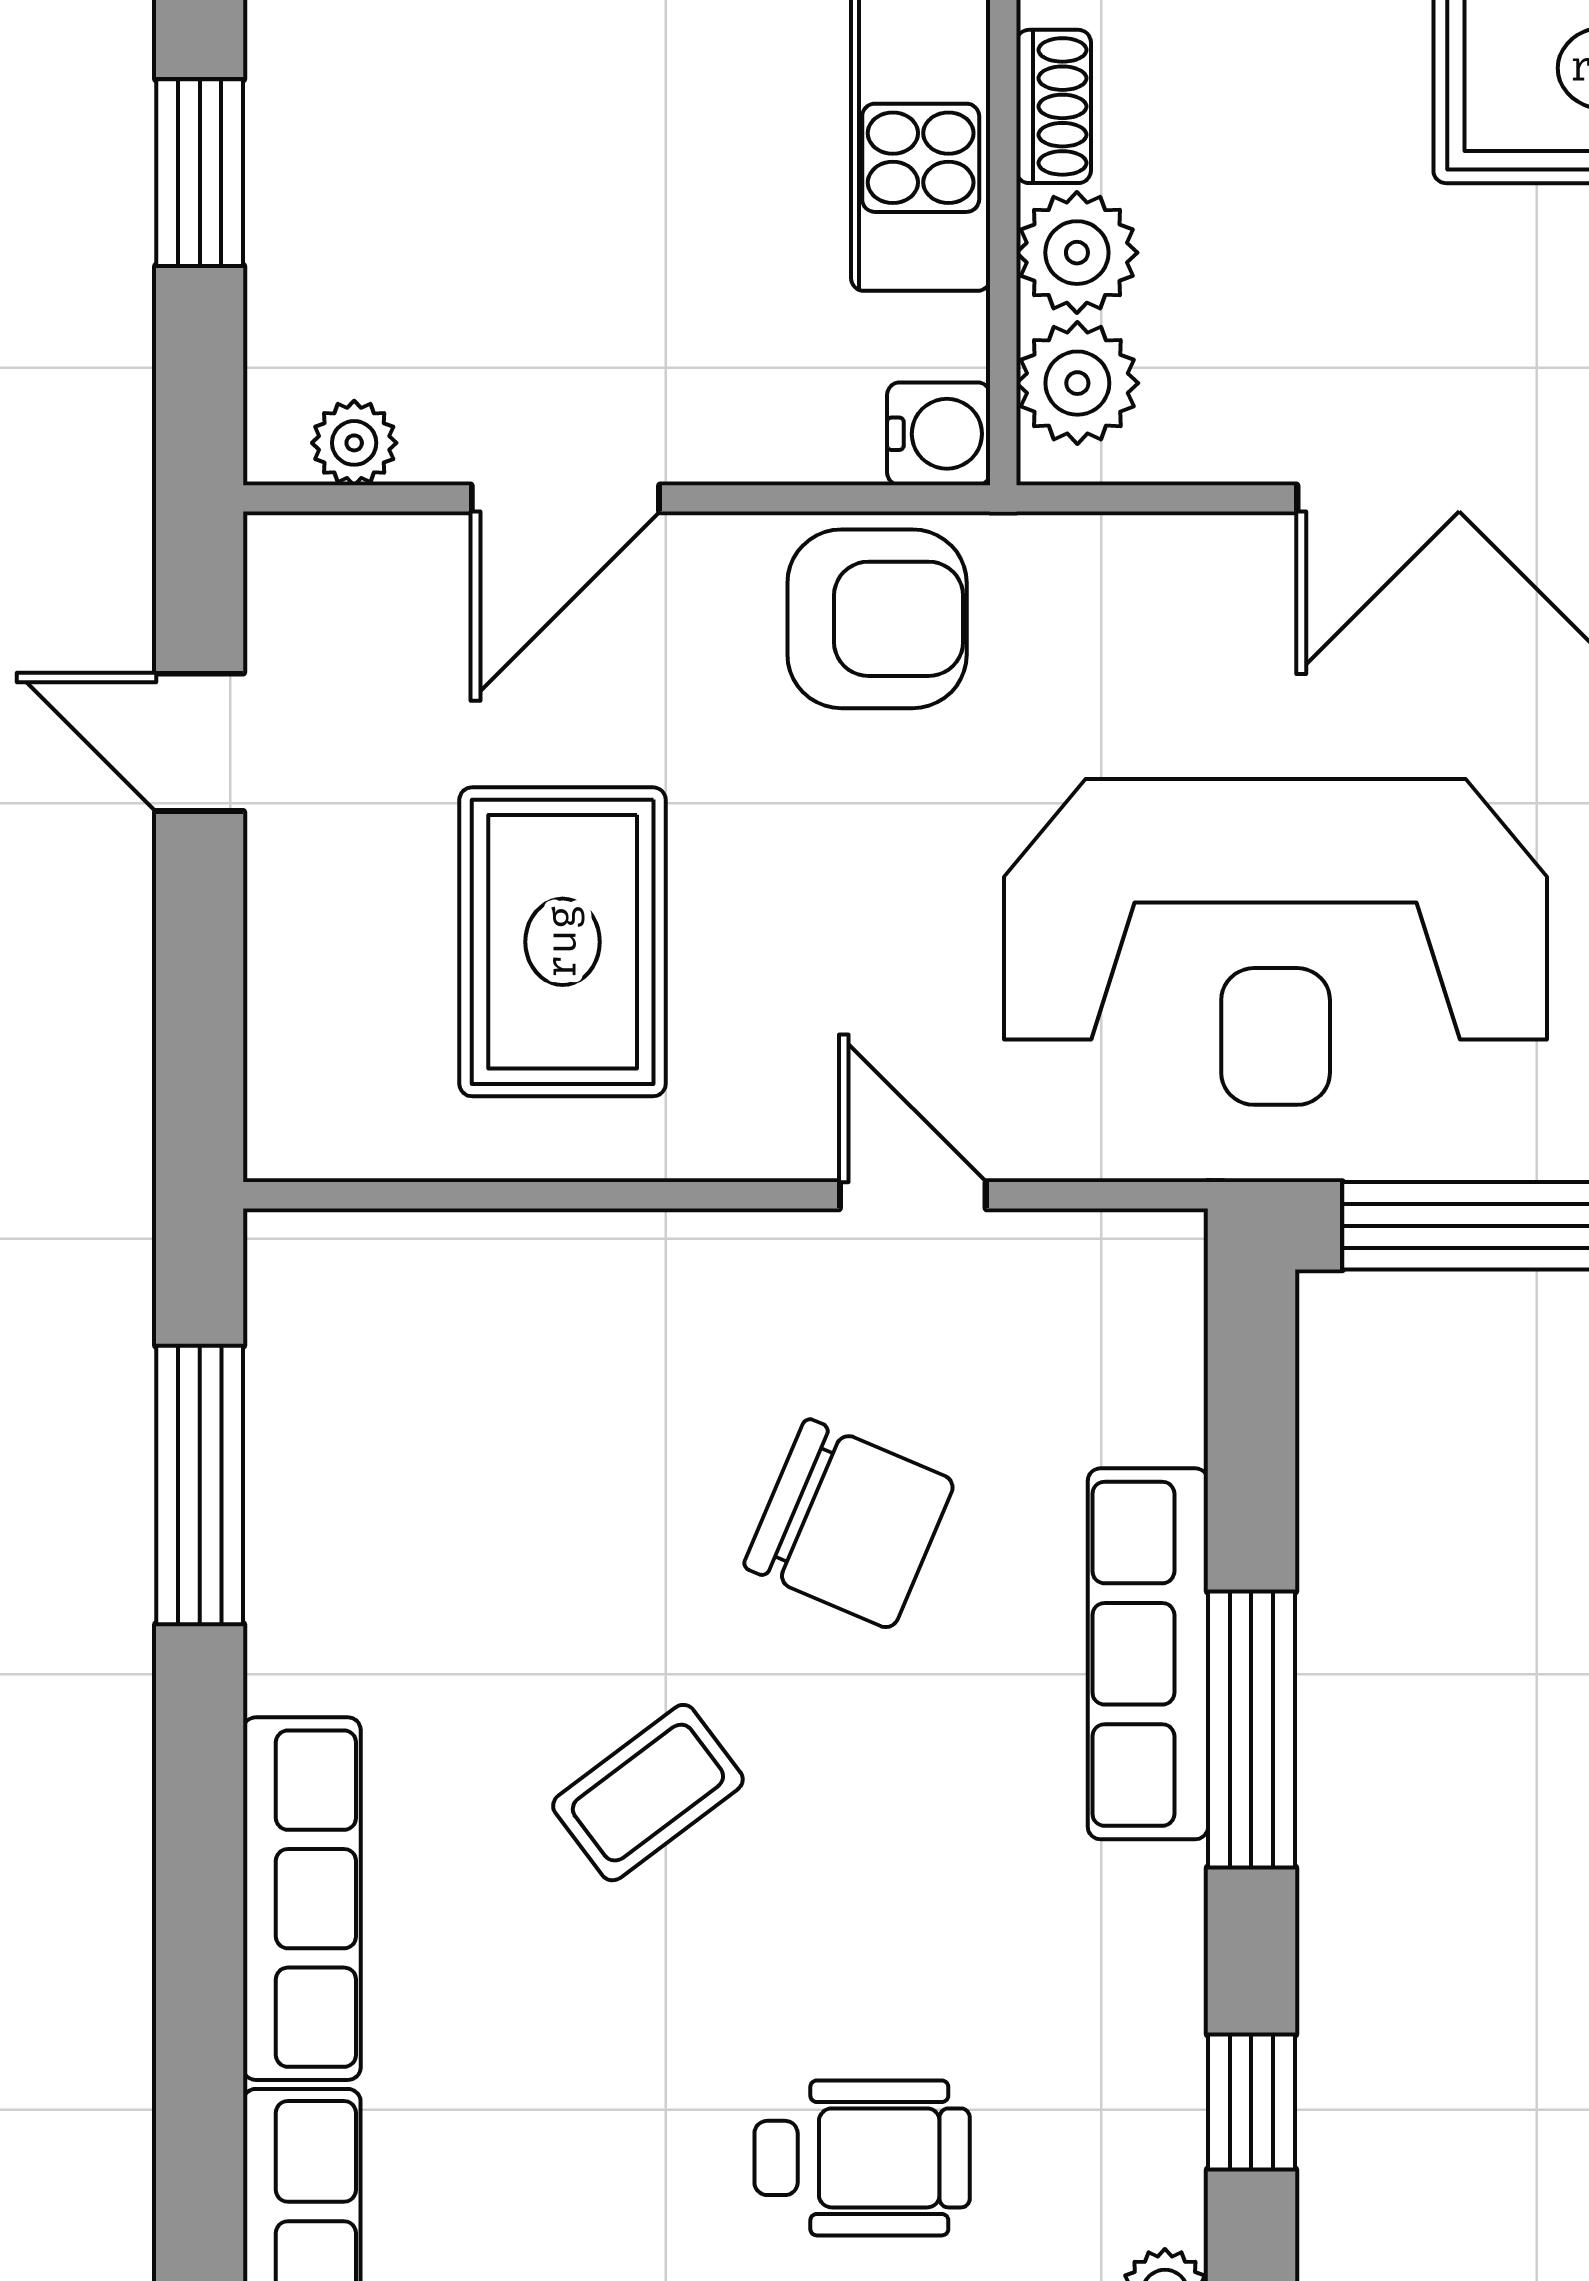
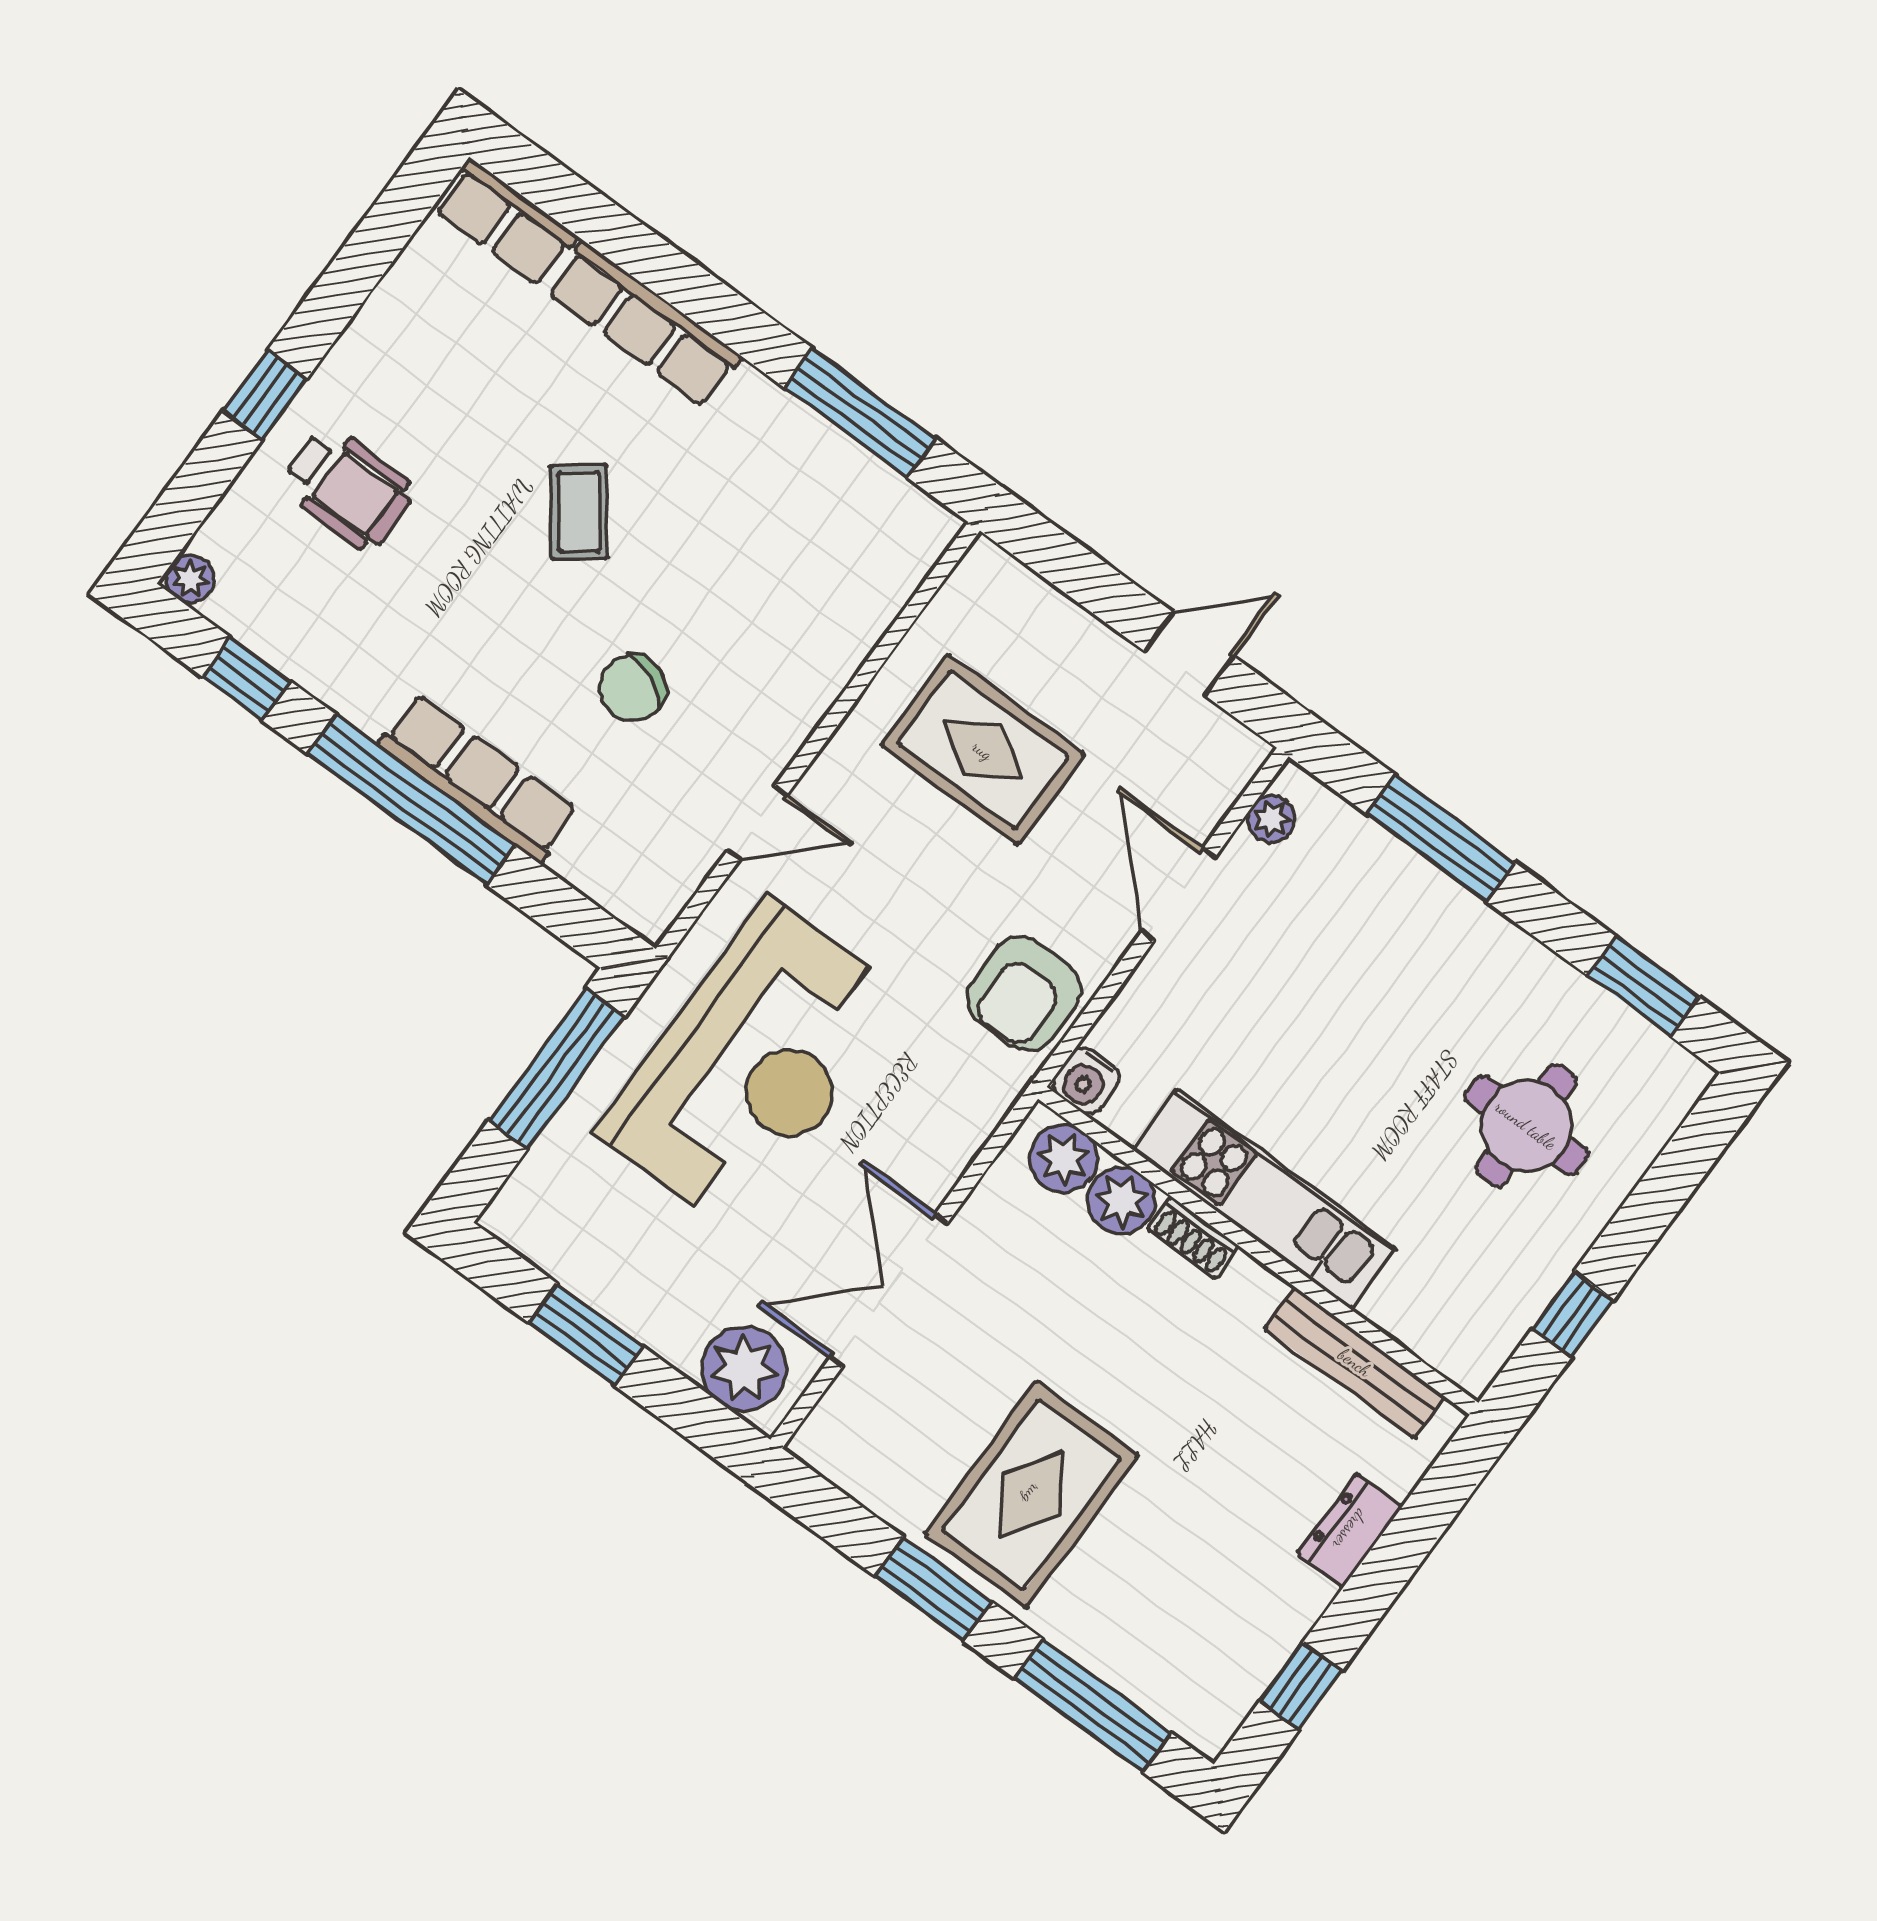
window: (200, 173) -> (1441, 838), width x1.44
reception desk: (1276, 942) -> (752, 1065), turned 180
chair: (849, 1524) -> (632, 688), width x0.73, depth x0.73
window: (1251, 1729) -> (411, 800), width x1.46
wheelchair: (862, 2158) -> (348, 488), turned -90

